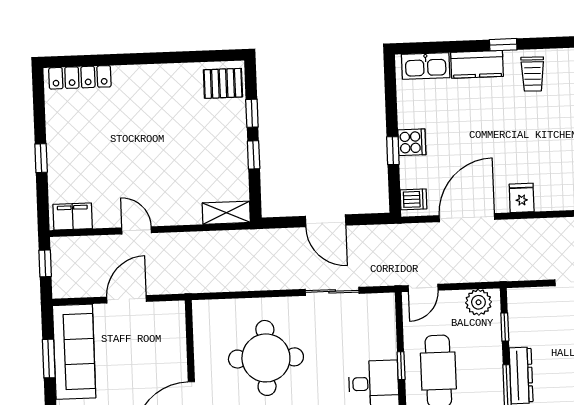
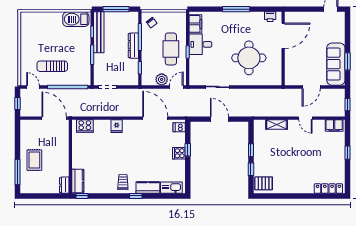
fridge: (522, 198) -> (117, 126), moved
shelving: (226, 213) -> (277, 124), moved
door: (467, 218) -> (155, 118), swing flipped
plant: (478, 302) -> (162, 79), moved

